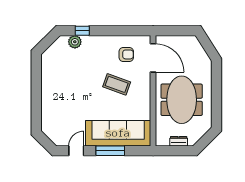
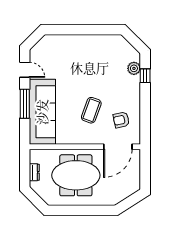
armchair: (126, 54) -> (121, 120), turned 78

